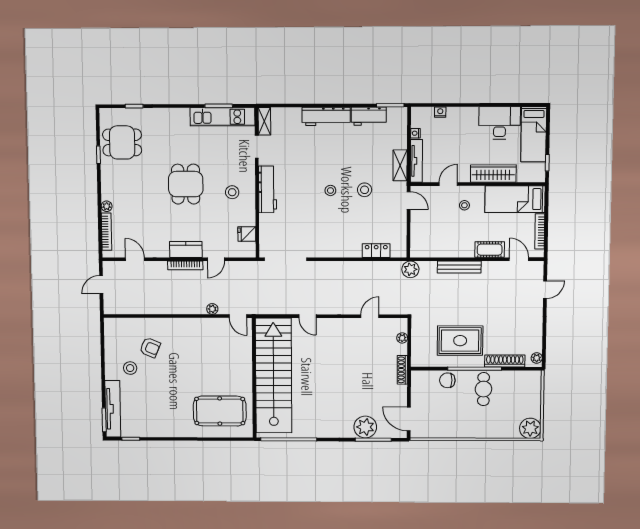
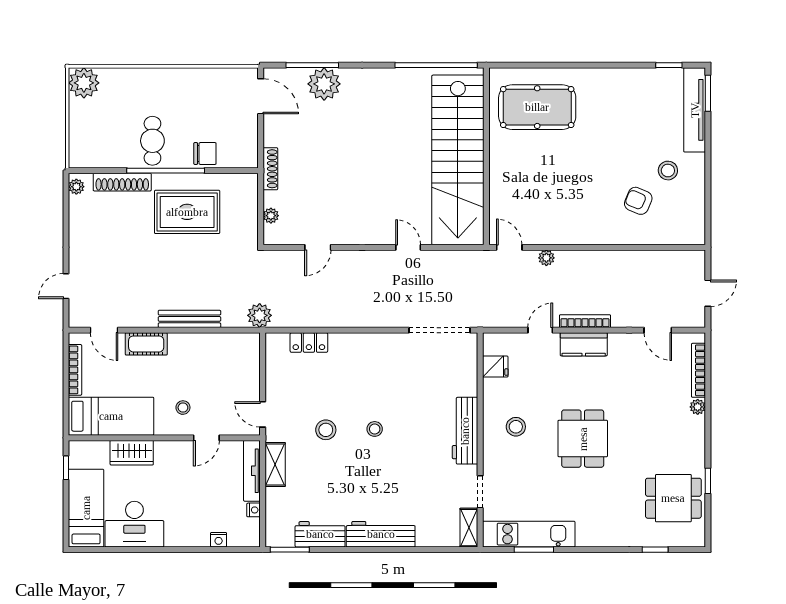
wardrobe: (493, 173) -> (132, 453), width x0.67

